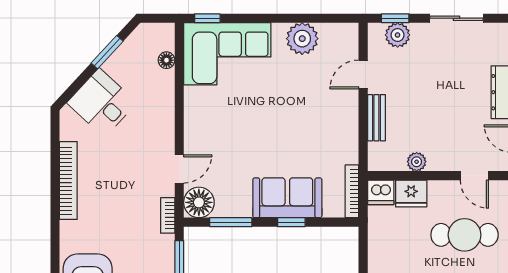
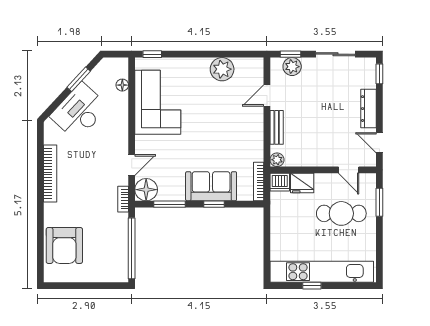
corner sofa: (227, 54) -> (158, 102), moved, turned -90
desk: (102, 103) -> (79, 111), width x1.37
plant: (417, 162) -> (277, 160), moved

